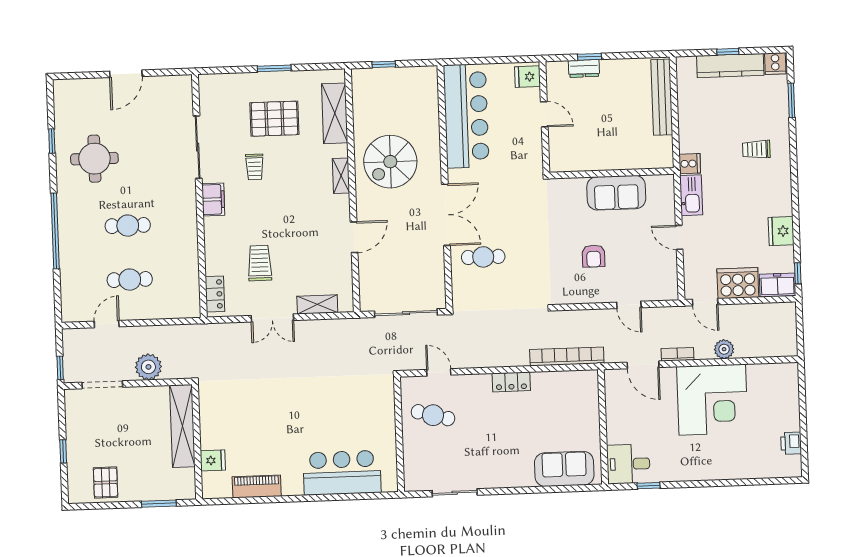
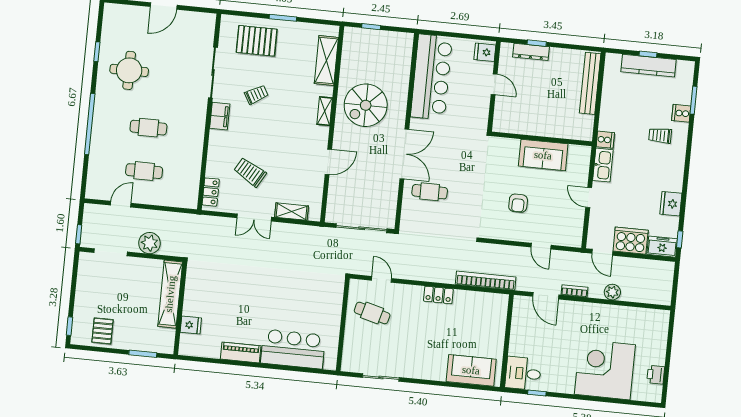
cooker: (775, 64) -> (681, 113), moved, turned 90
dresser: (584, 68) -> (531, 52), width x1.44
pallet: (274, 119) -> (257, 41), moved
trolley: (255, 167) -> (256, 95), turned -120
trolley: (260, 263) -> (250, 172), turned -60
corner desk: (712, 400) -> (605, 370), moved, turned 180
window: (63, 451) -> (70, 326), moved
piano: (257, 486) -> (241, 352), moved

